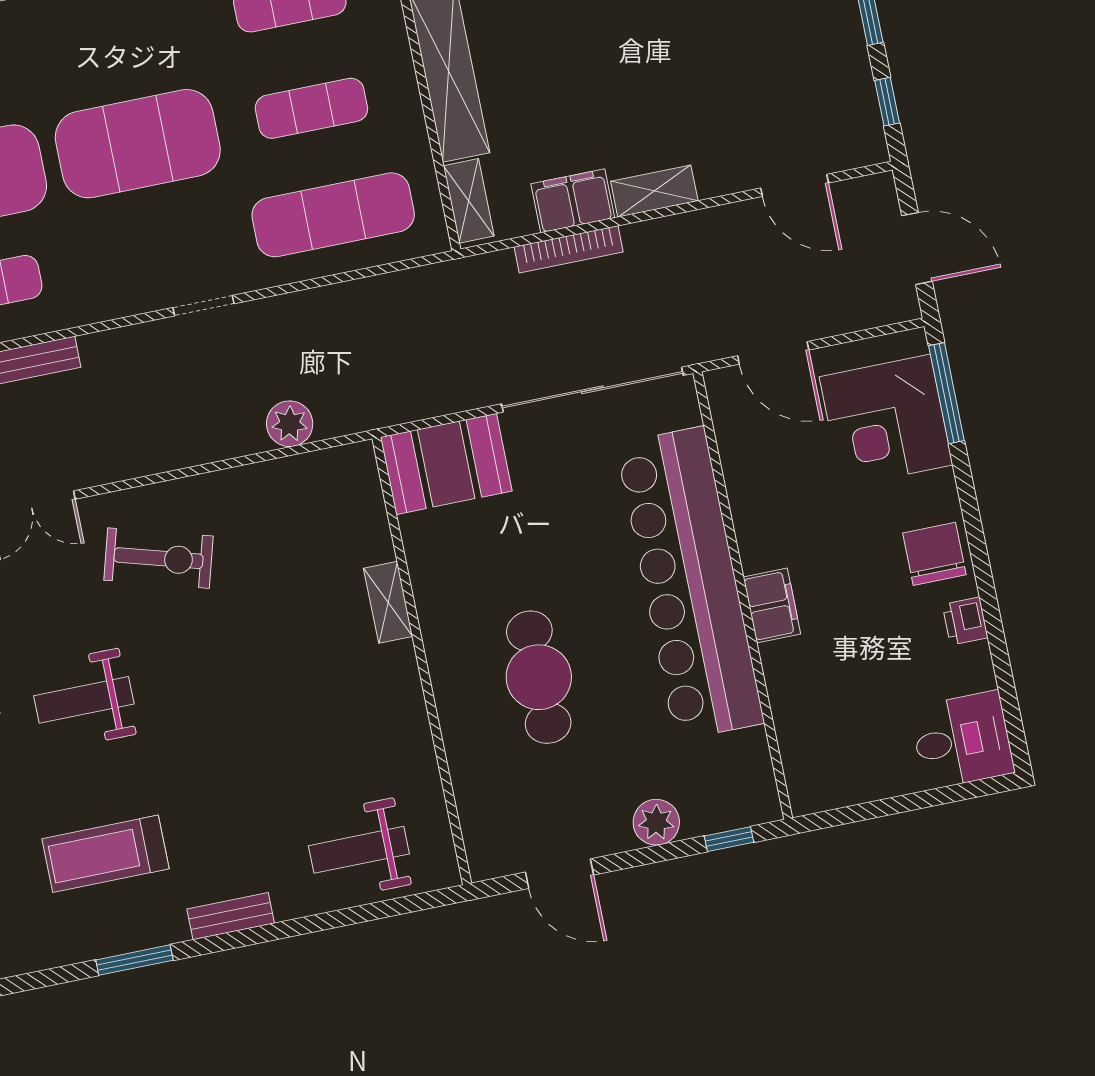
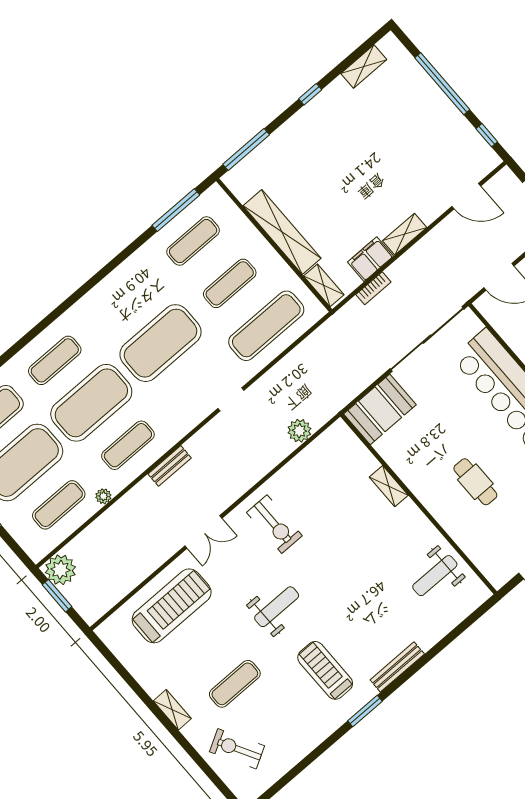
bookcase: (569, 249) -> (373, 288), width x0.64
exercise bike: (159, 558) -> (274, 524), turned 74
cafe table: (539, 677) -> (475, 482), width x0.73, depth x0.74
weight bench: (84, 700) -> (277, 607), turned 180
weight bench: (359, 850) -> (435, 576), moved
treadmill: (106, 854) -> (325, 670), turned 90
bench: (231, 916) -> (397, 667), width x1.36

